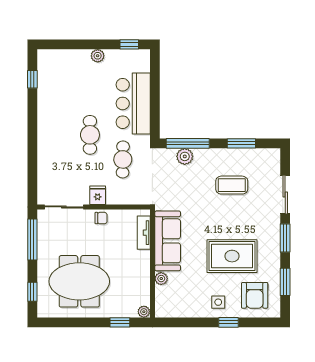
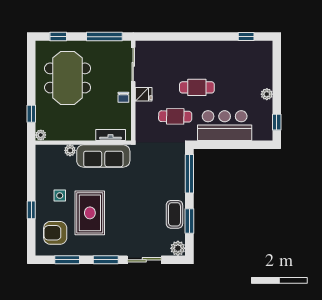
plant: (185, 156) -> (178, 248), moved
coffee table: (232, 185) -> (174, 214), moved
side table: (218, 302) -> (60, 196), moved

